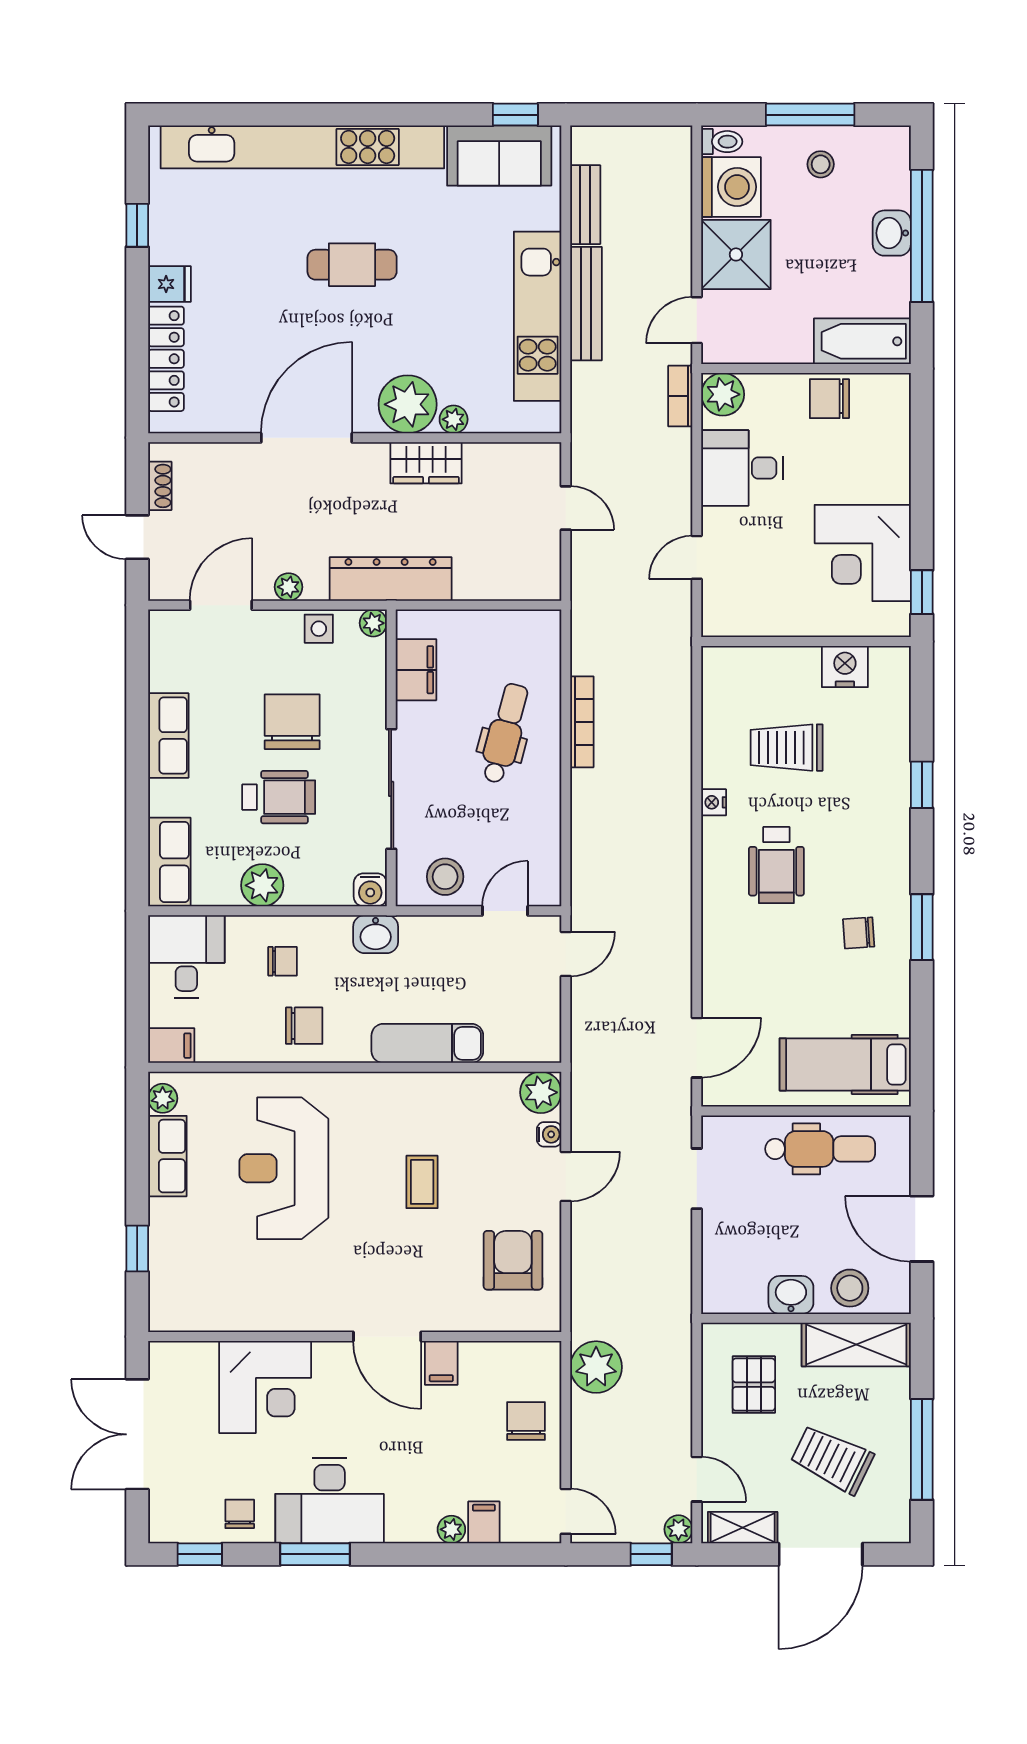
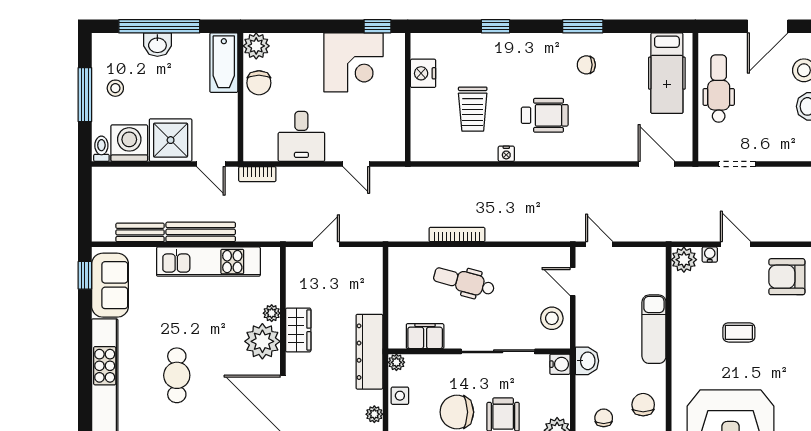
plant: (723, 394) -> (256, 46), moved
chair: (859, 933) -> (586, 65), turned 94

